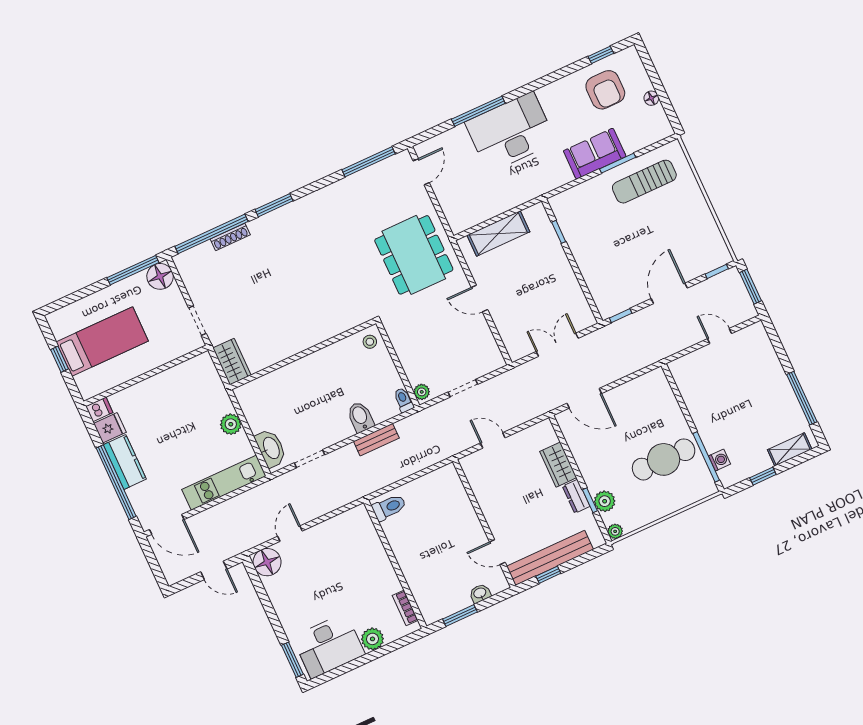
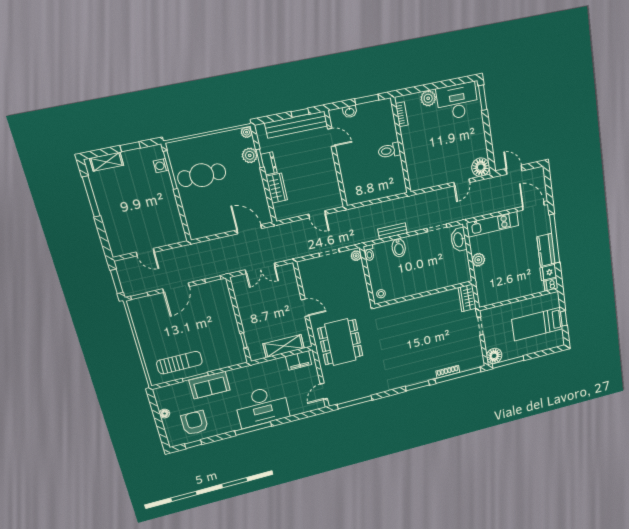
window: (478, 111) -> (253, 429), moved
filing cabinet: (471, 215) -> (299, 360), added
toilet: (389, 507) -> (389, 151), moved

